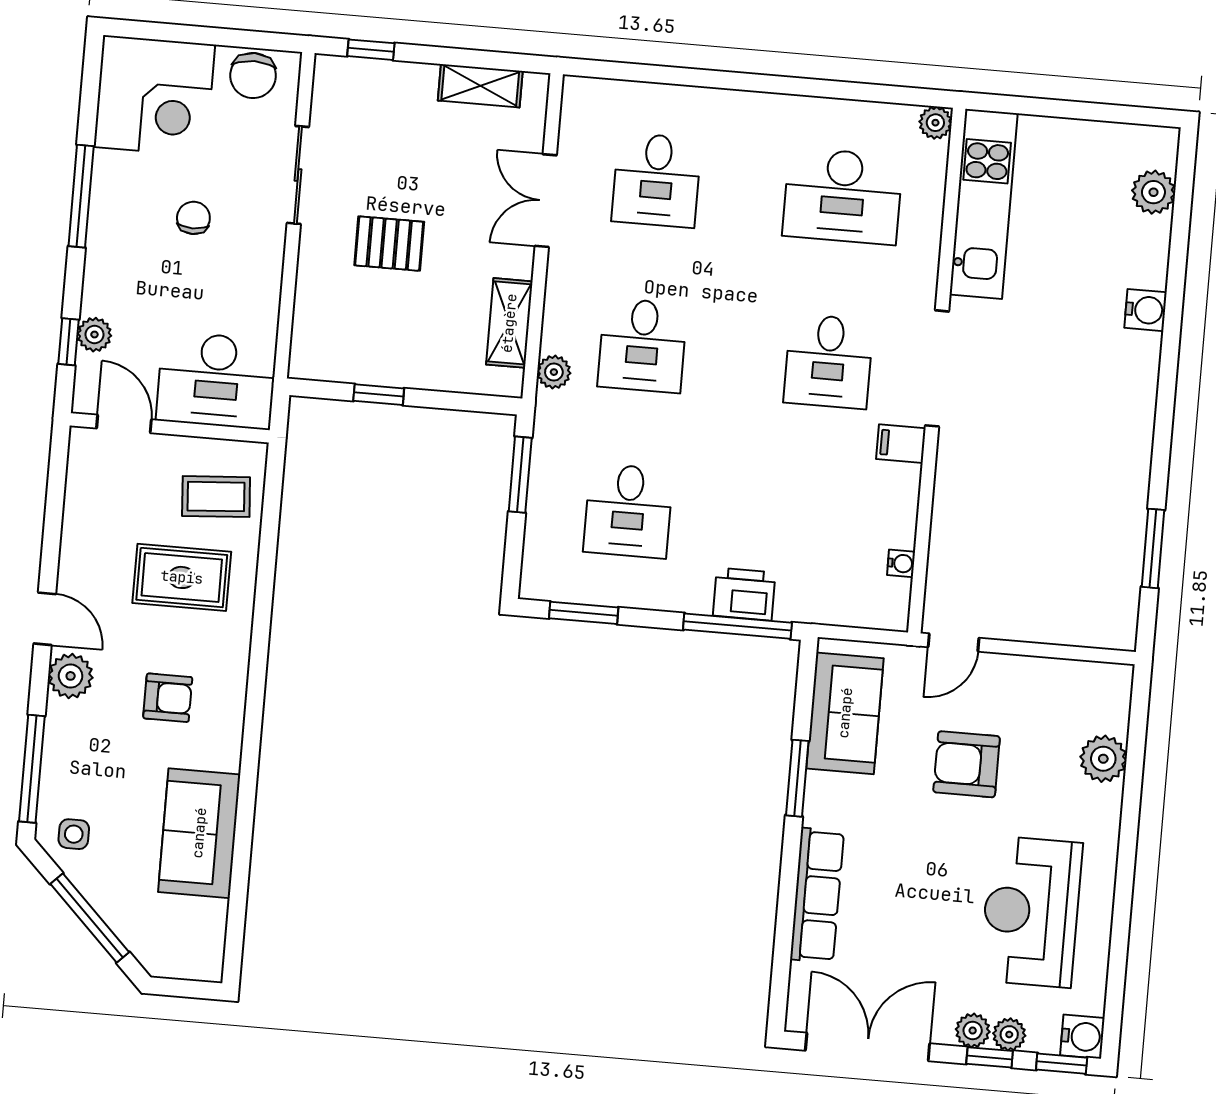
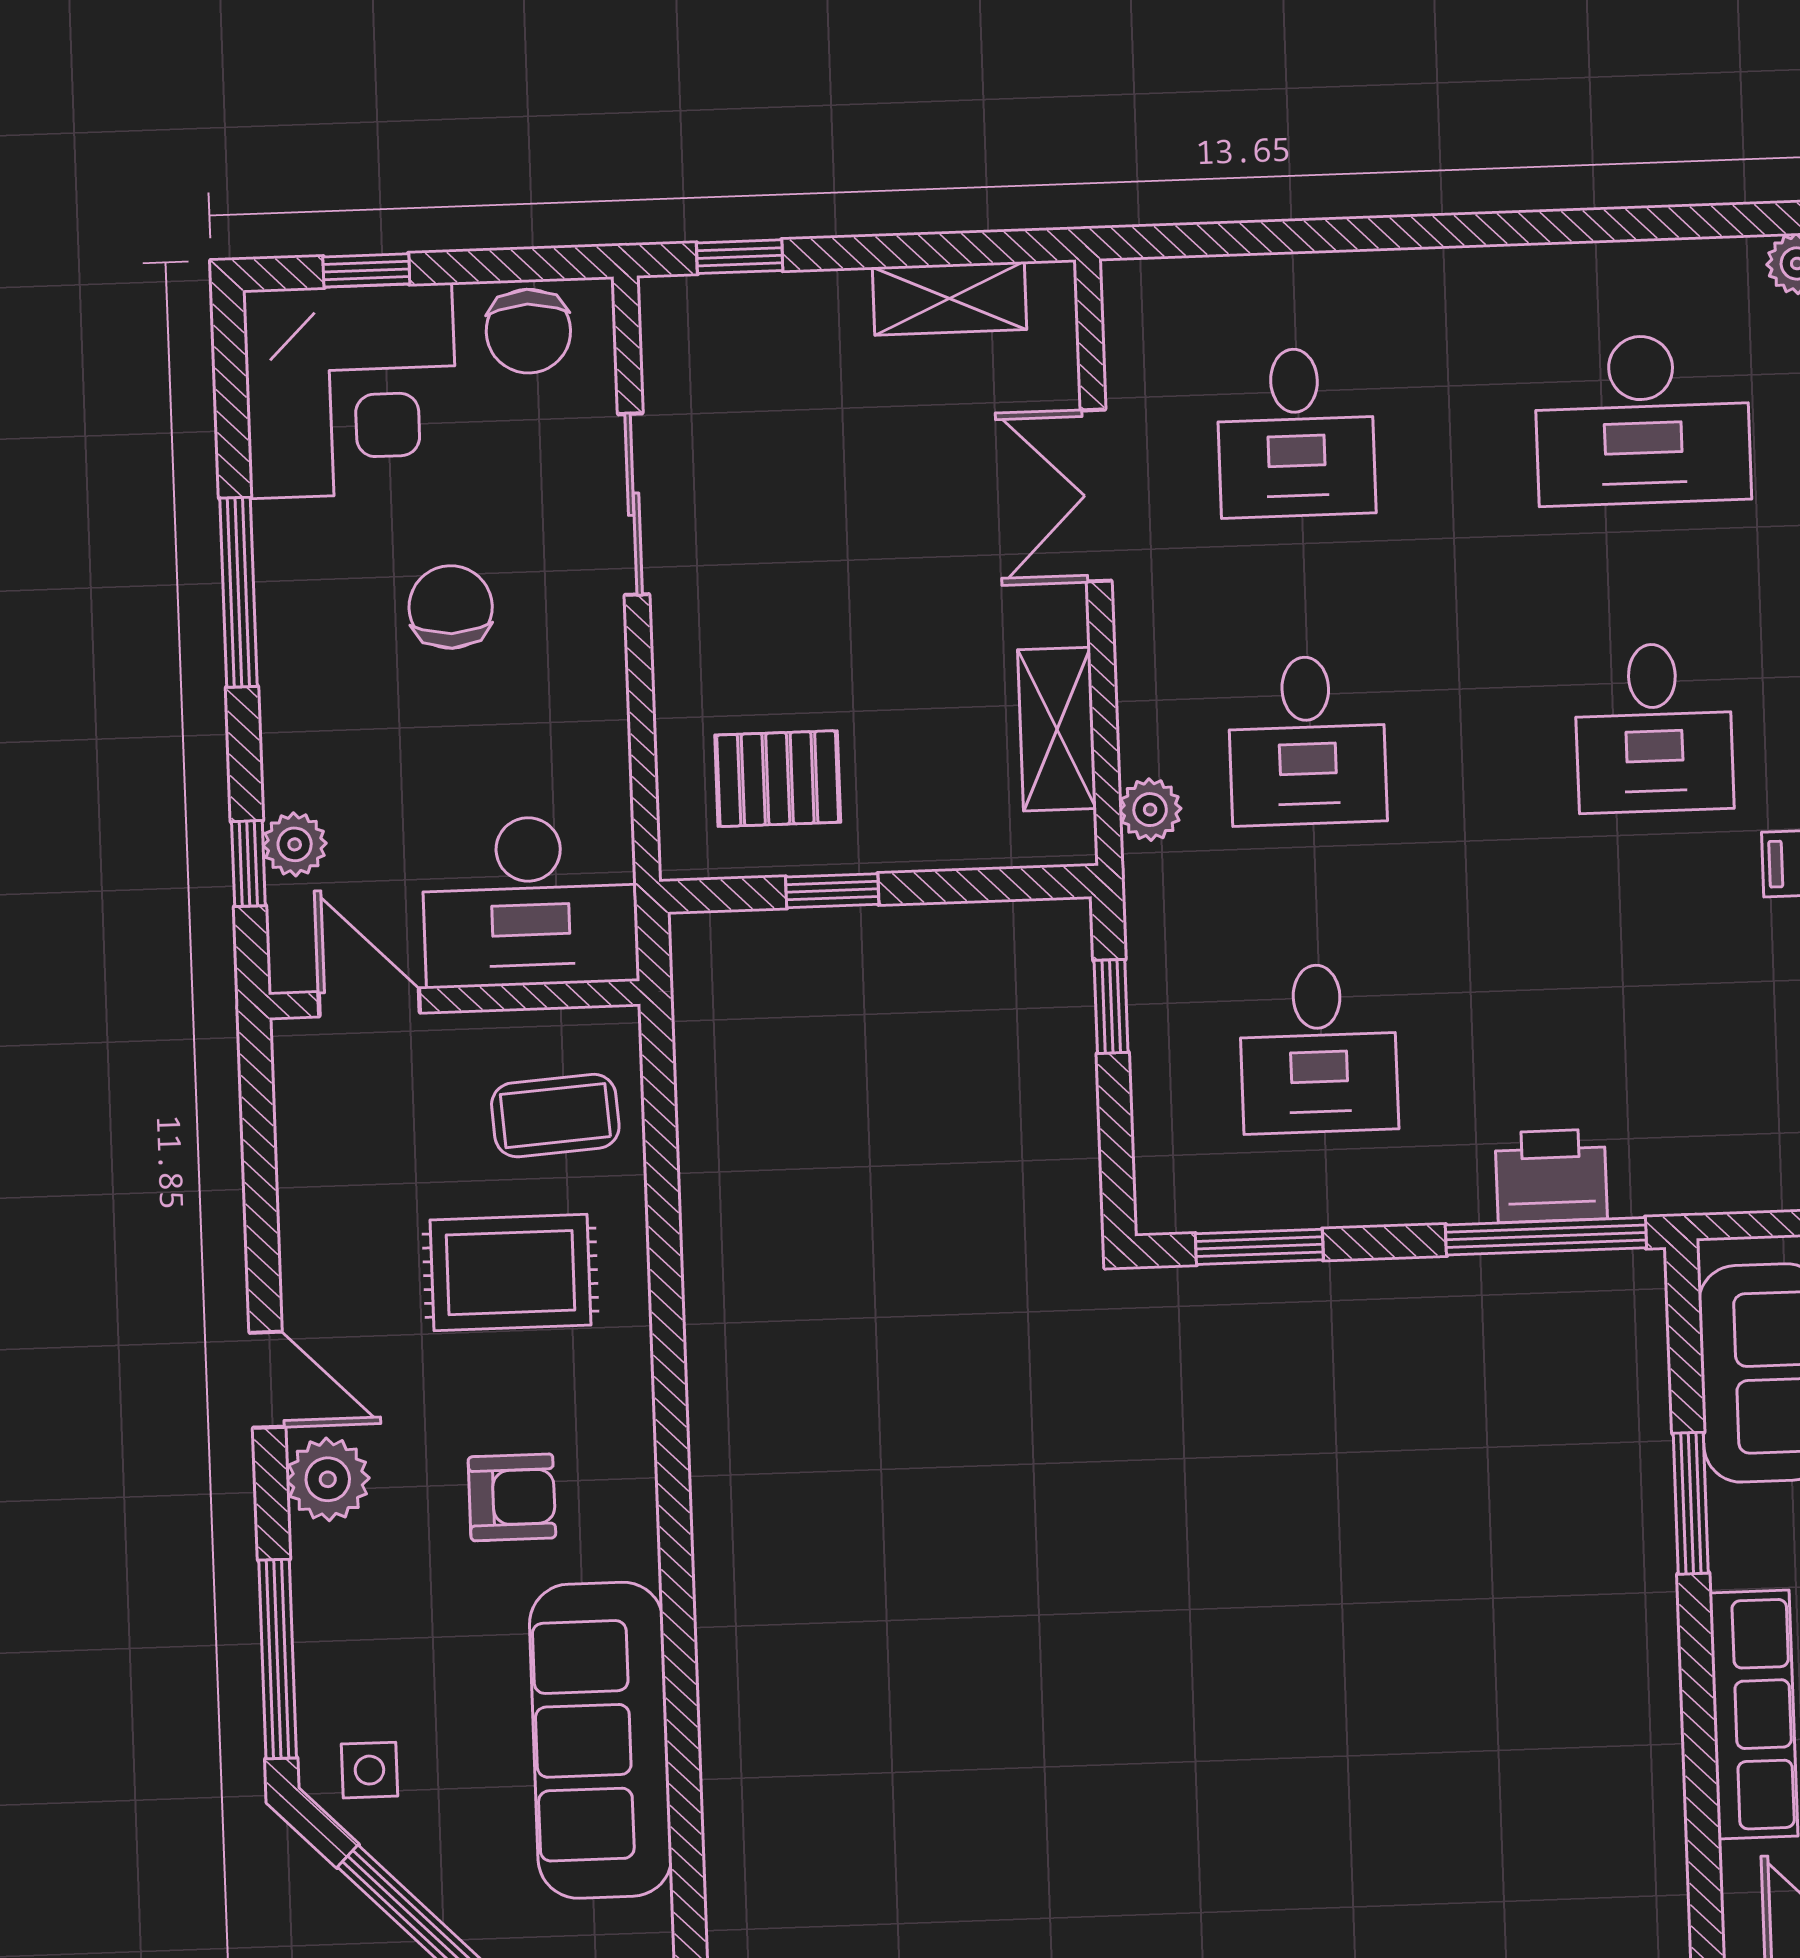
window: (170, 32) -> (366, 270), added
chair: (193, 218) -> (451, 607), width x1.37, depth x1.37
pallet: (389, 244) -> (778, 779), moved
window: (520, 475) -> (1111, 1006), width x0.67
sofa: (199, 833) -> (601, 1740), width x1.36

